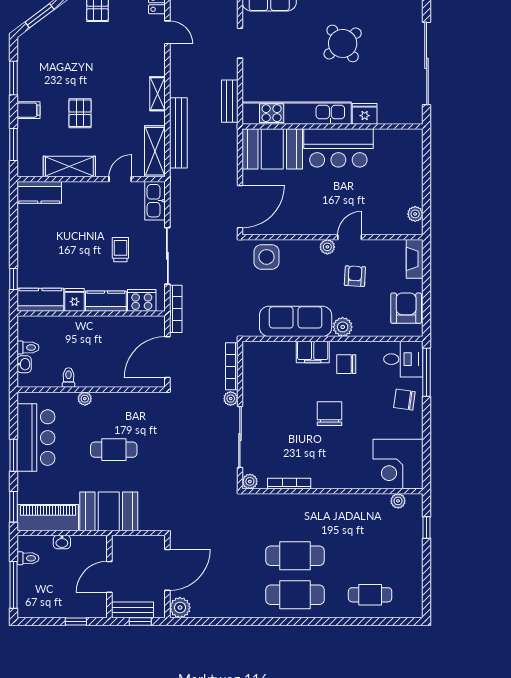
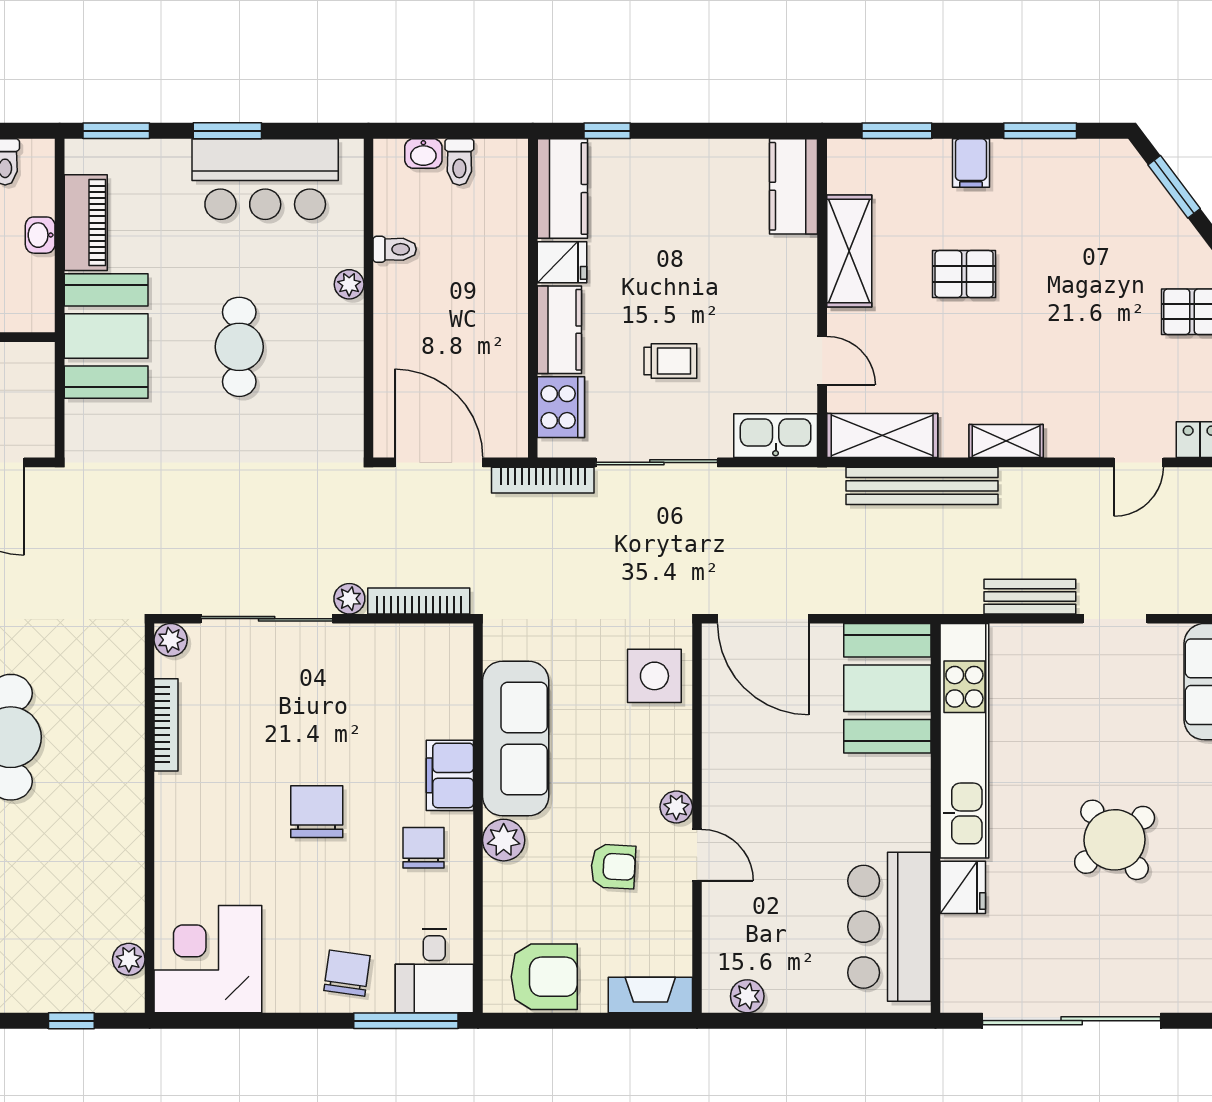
bench: (230, 101) -> (1030, 597), moved
bar counter: (338, 148) -> (889, 927), moved
chair: (330, 414) -> (317, 812), turned -90
piano: (48, 518) -> (86, 223), width x0.73, depth x0.75

